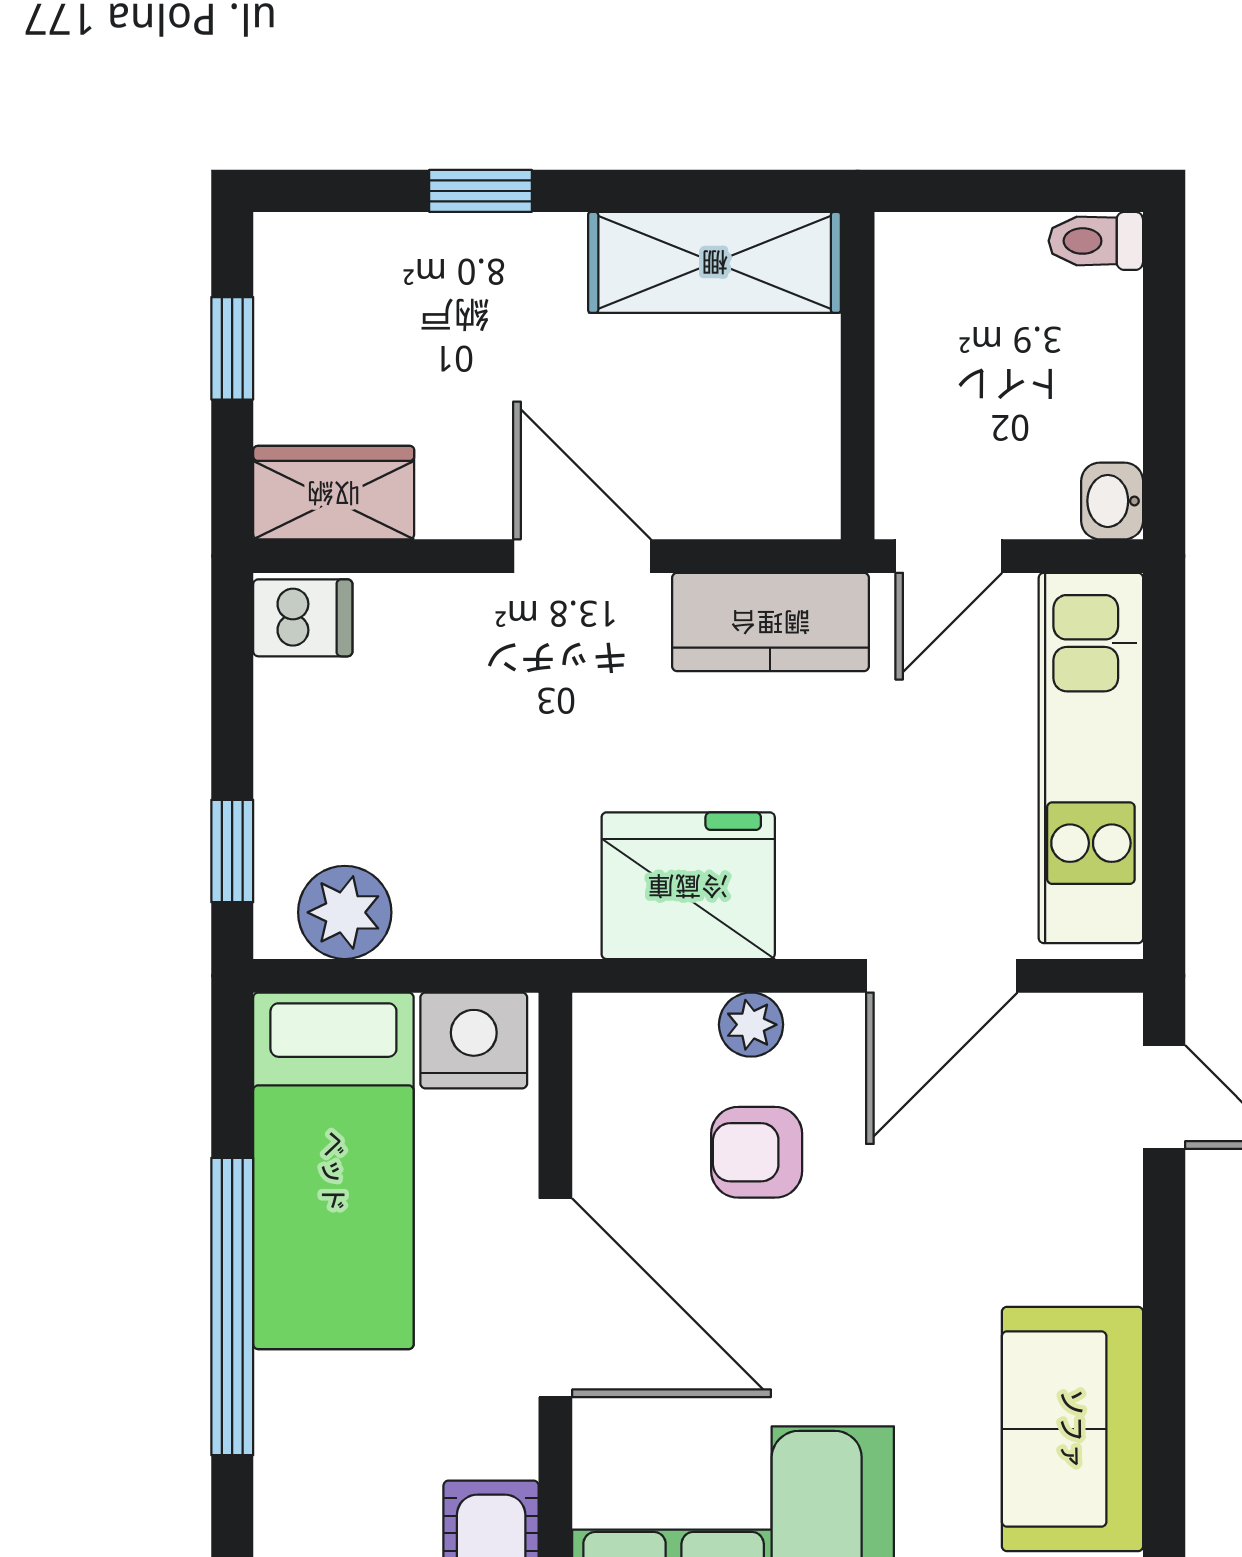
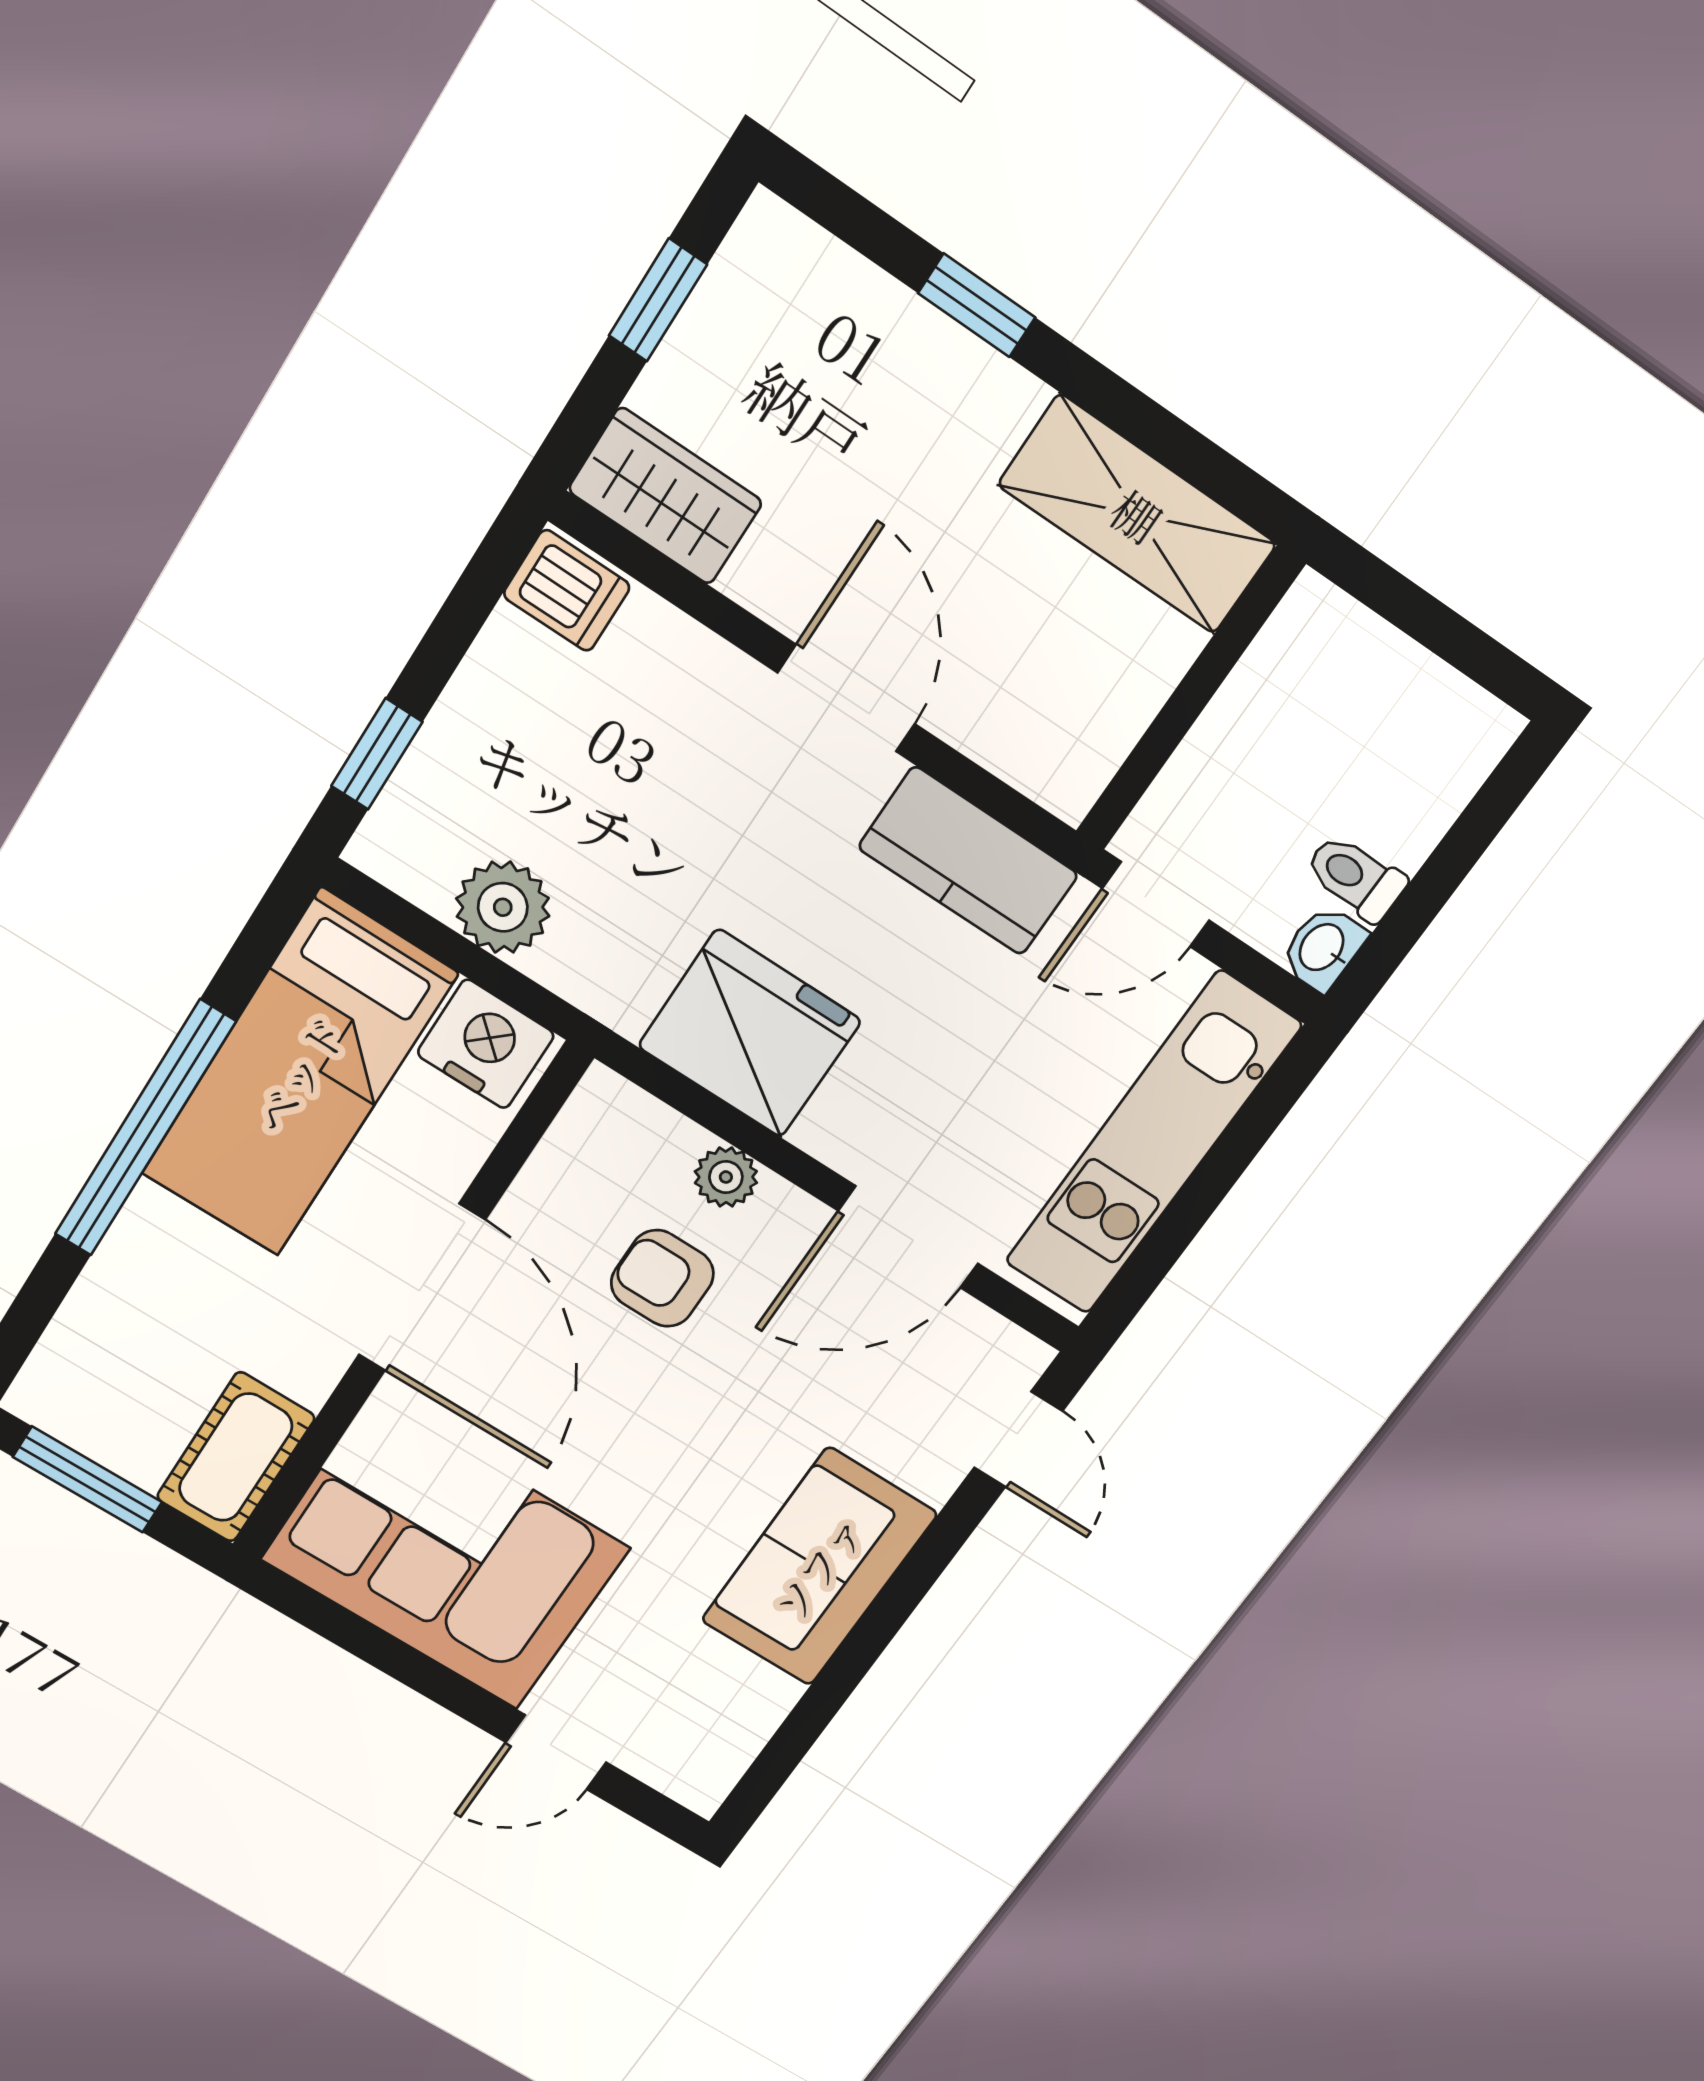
toilet: (1096, 241) -> (1355, 877), moved
plant: (345, 912) -> (503, 907), moved
sofa: (1072, 1429) -> (819, 1567), moved

